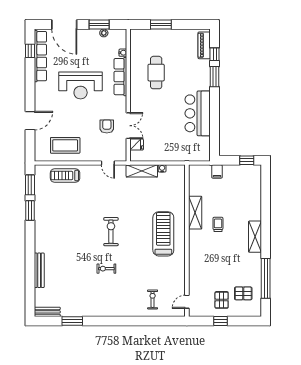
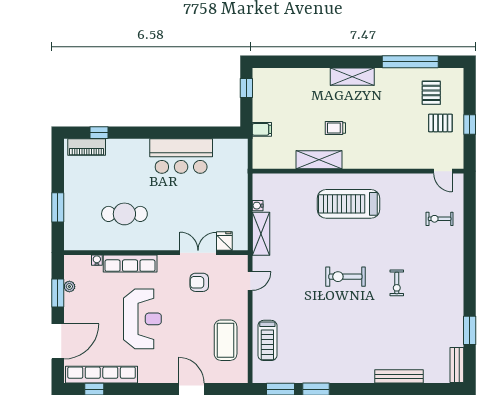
window: (215, 77) -> (130, 133), removed

